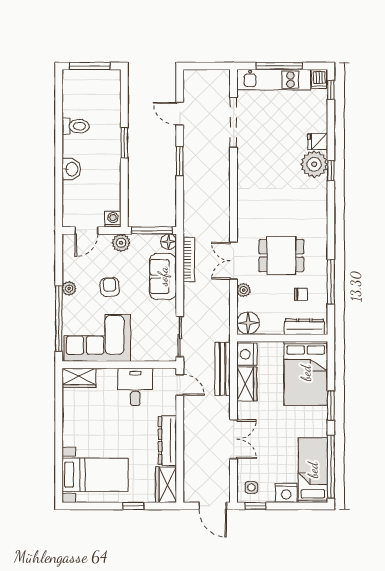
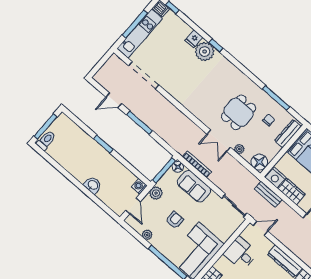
toilet: (76, 126) -> (46, 140), moved
window: (180, 161) -> (139, 123), width x1.44
armchair: (110, 287) -> (175, 220), turned 95
plant: (69, 288) -> (147, 235), moved
bench: (223, 369) -> (268, 194), width x0.73

